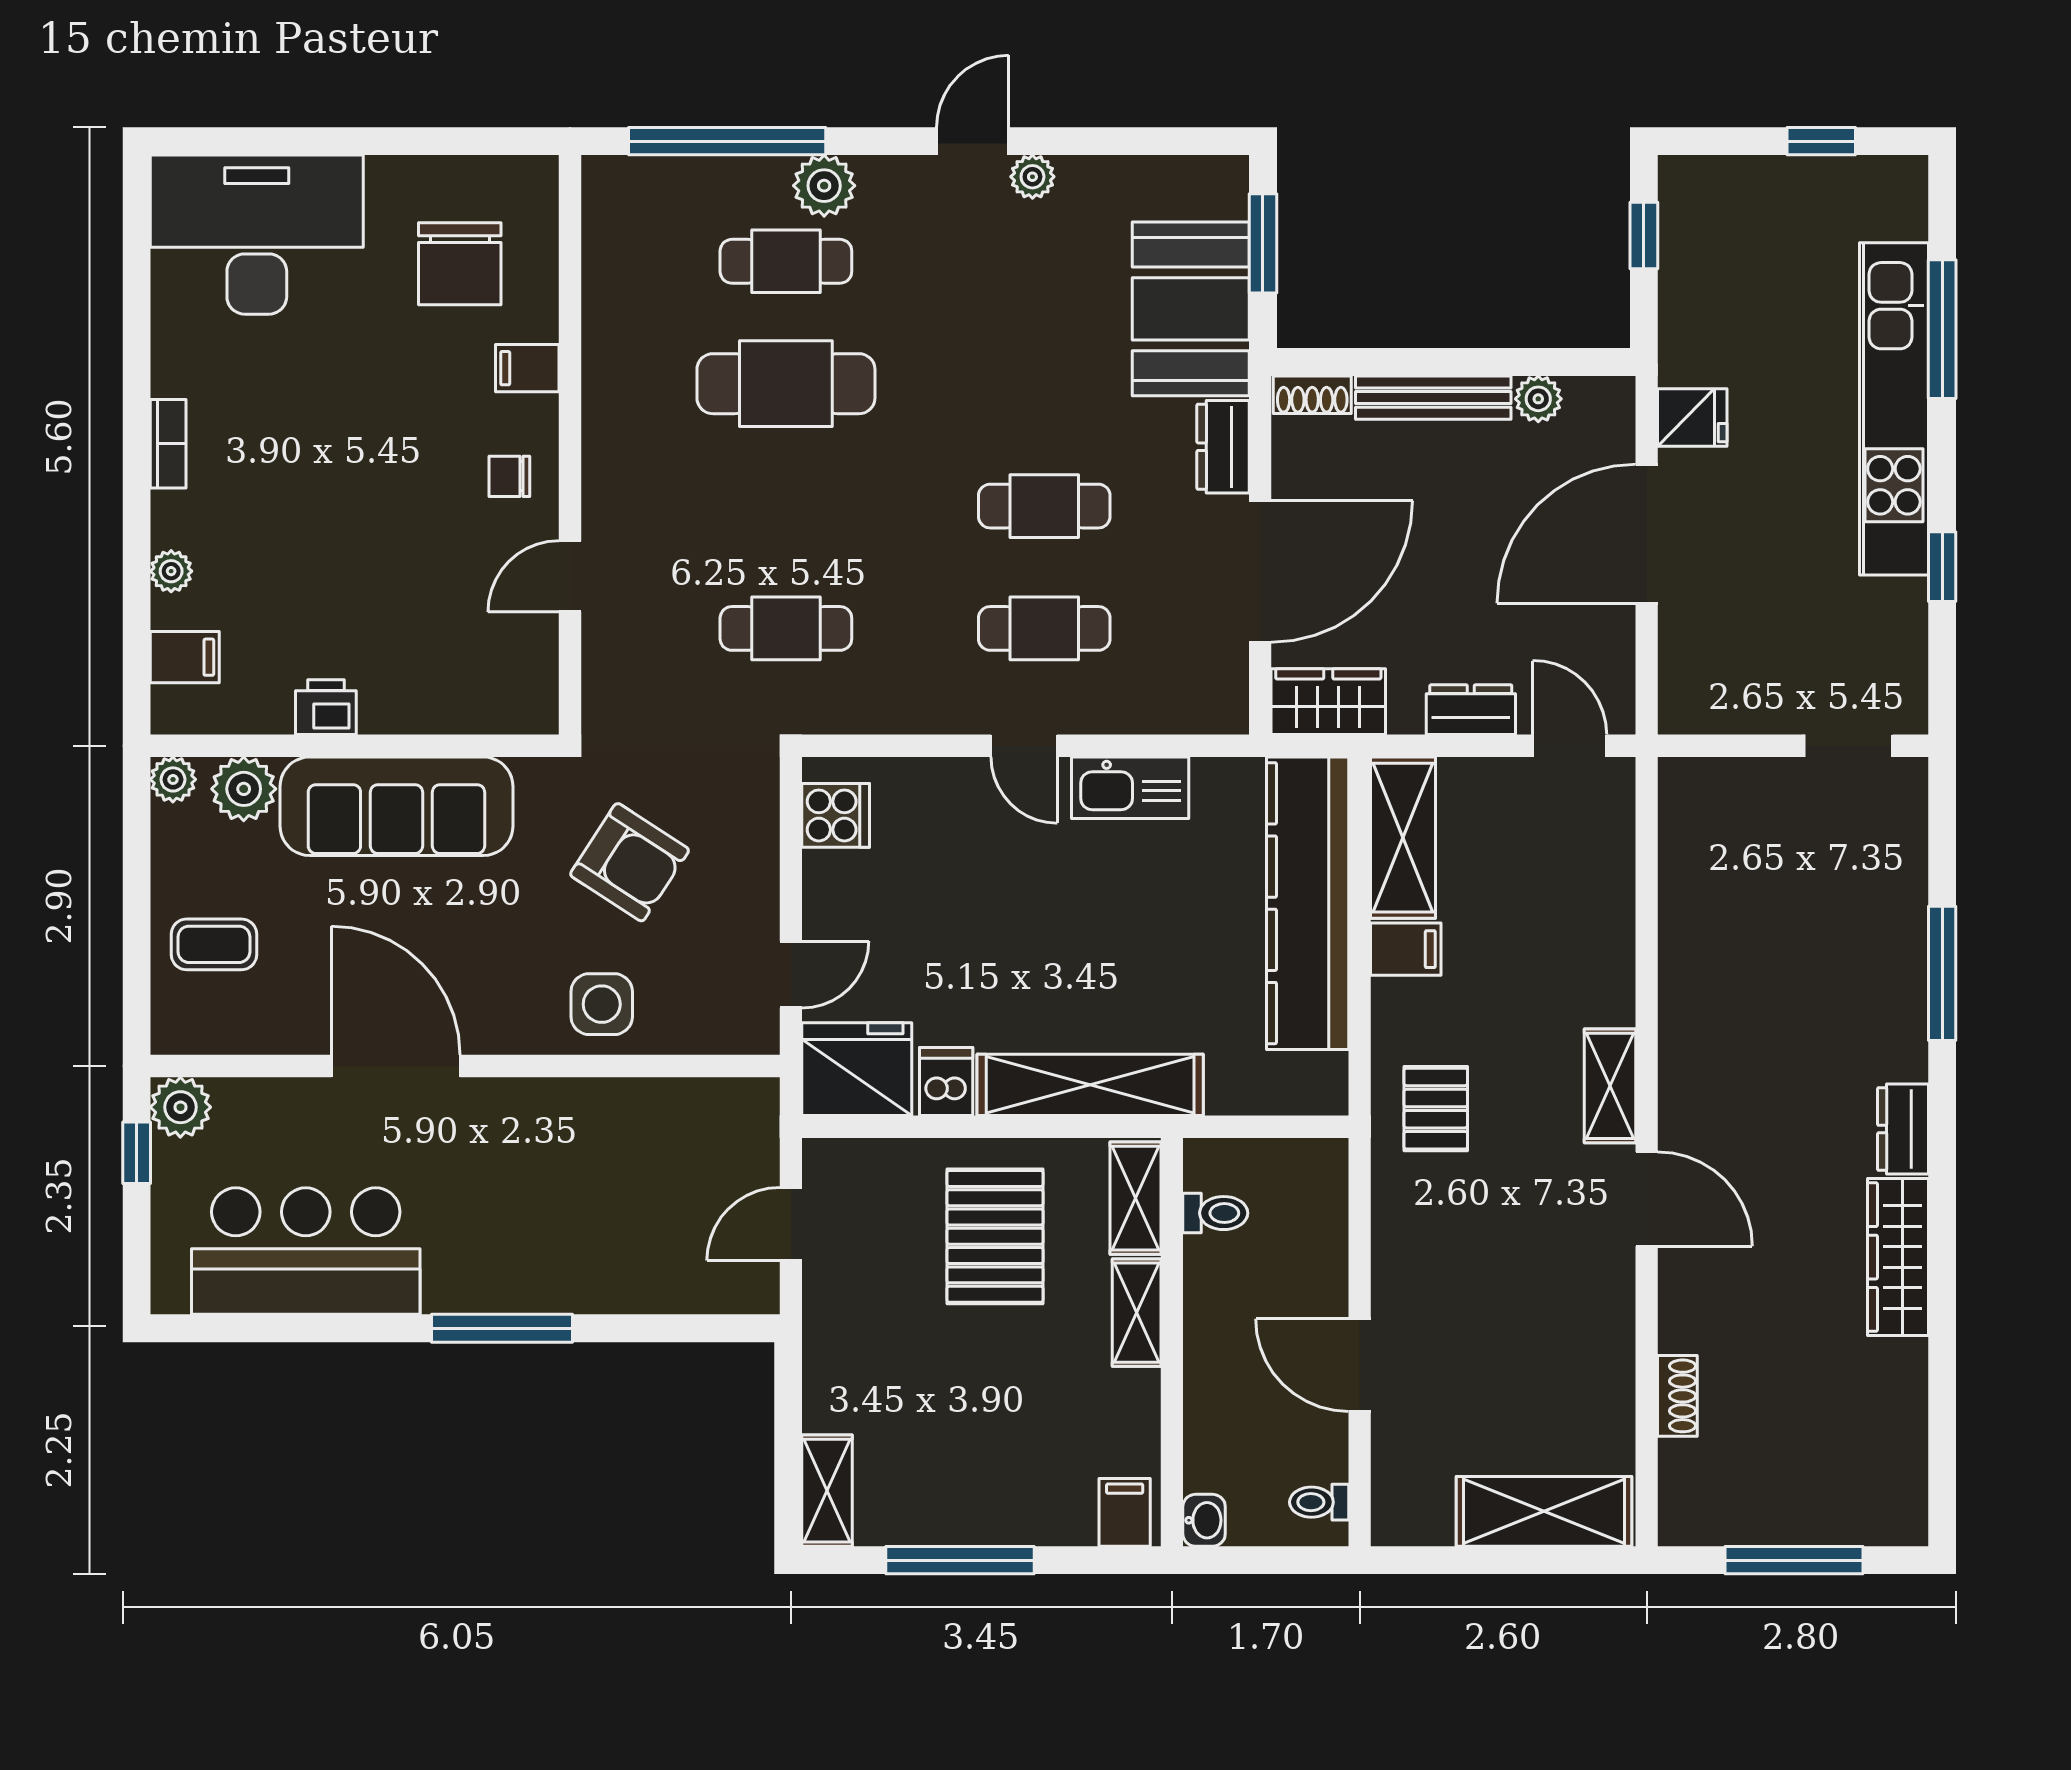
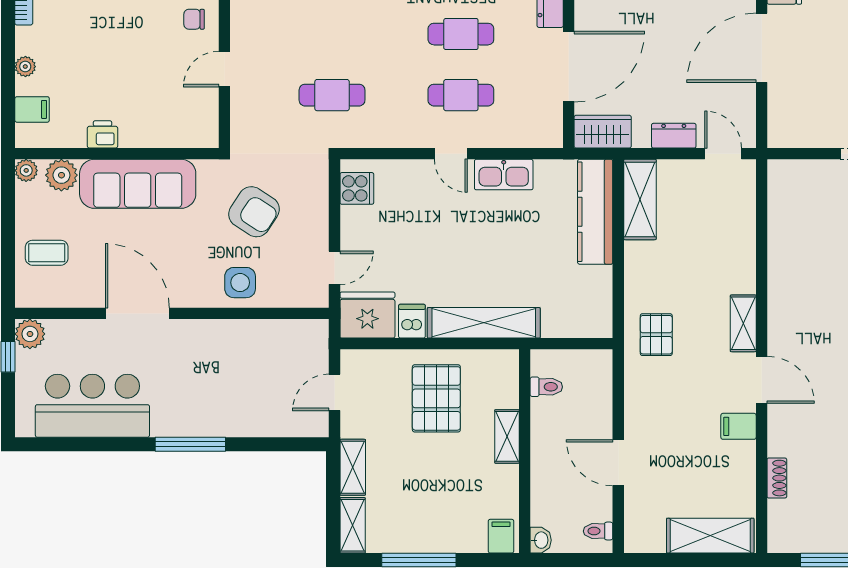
kitchen counter: (1308, 903) -> (595, 212), width x0.72, depth x0.86
filing cabinet: (1406, 949) -> (738, 426), moved, turned 180
shelving: (1135, 1198) -> (353, 467), moved

